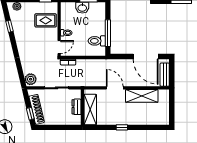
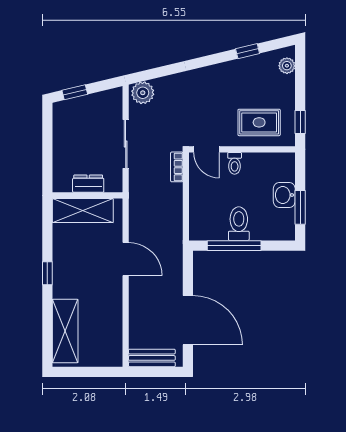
rug: (46, 20) -> (259, 122), turned 90
toilet: (97, 41) -> (239, 224), moved
door: (146, 56) -> (188, 320), swing flipped
door: (115, 88) -> (126, 259), hinge flipped
shelving: (142, 96) -> (65, 331), moved
shoe rack: (37, 109) -> (83, 105), removed

